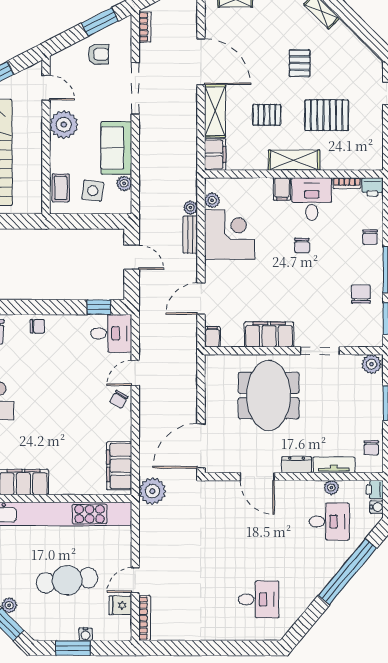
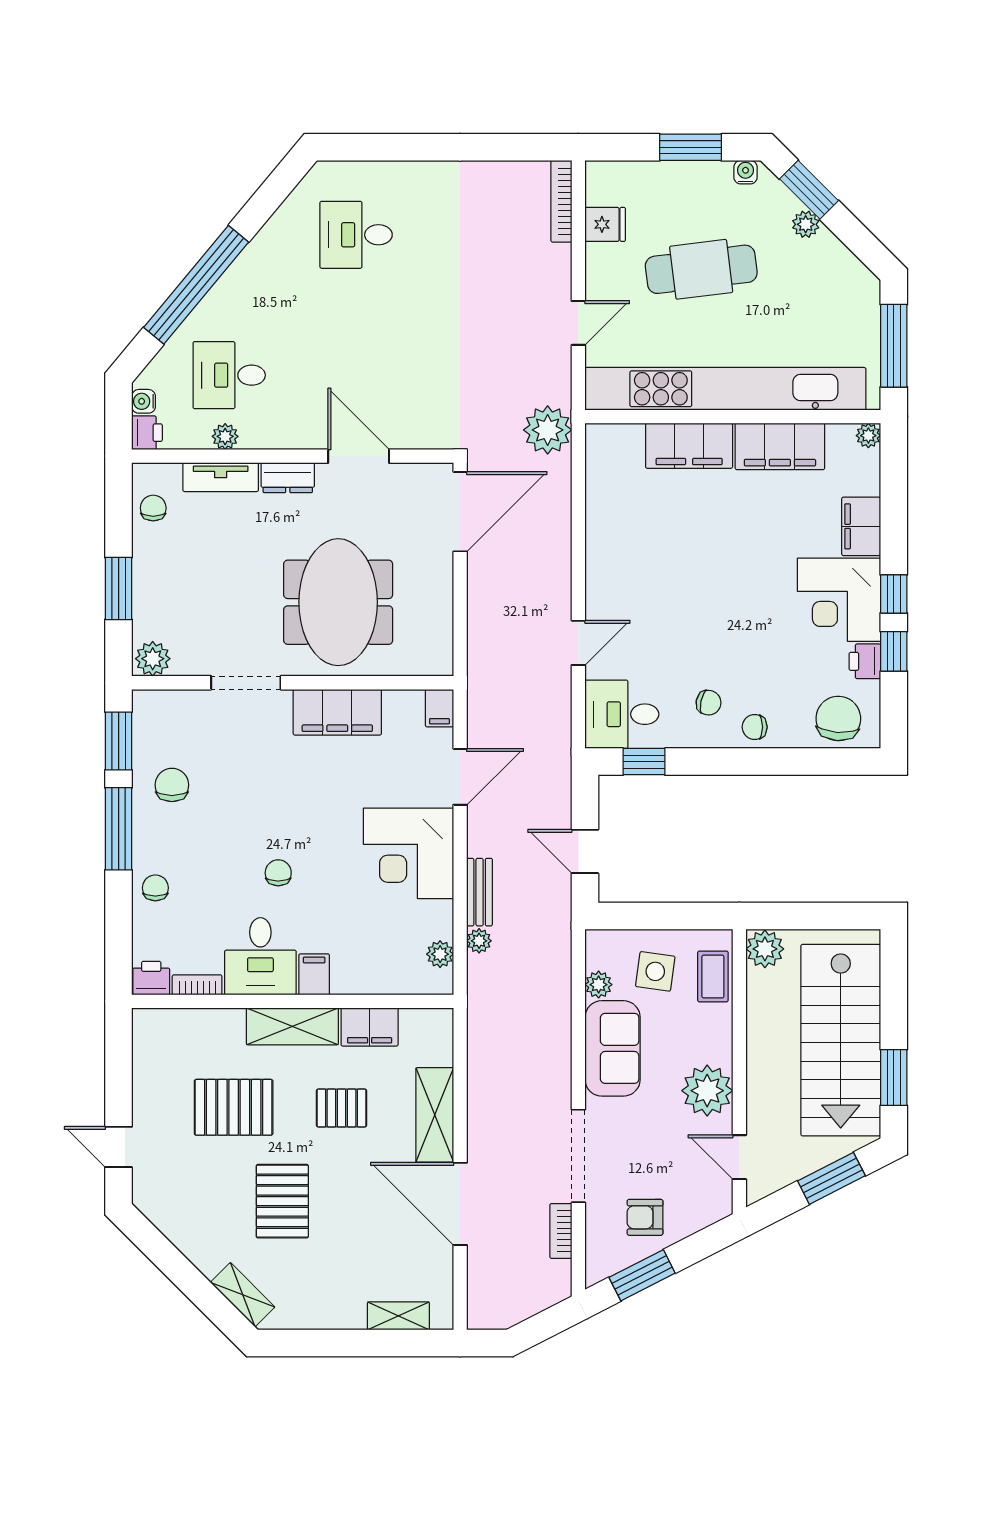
bookcase: (145, 27) -> (561, 1231), moved
pallet: (300, 63) -> (282, 1201), width x1.50, depth x1.42
filing cabinet: (215, 155) -> (370, 1027), moved, turned -90
plant: (32, 203) -> (765, 949), added
corner desk: (230, 234) -> (408, 853), moved
chair: (361, 294) -> (172, 785), turned 180
chair: (119, 399) -> (709, 703), moved, turned 72
filing cabinet: (119, 466) -> (689, 446), moved, turned 90
door: (135, 580) -> (578, 323), moved
water cooler: (85, 634) -> (746, 172), moved

